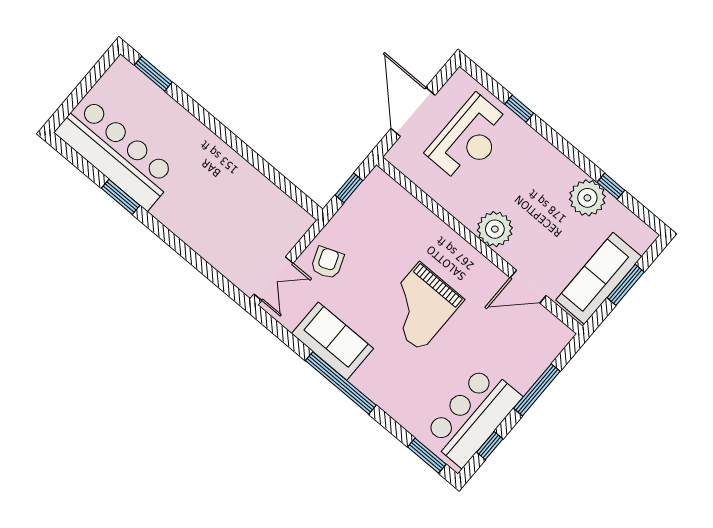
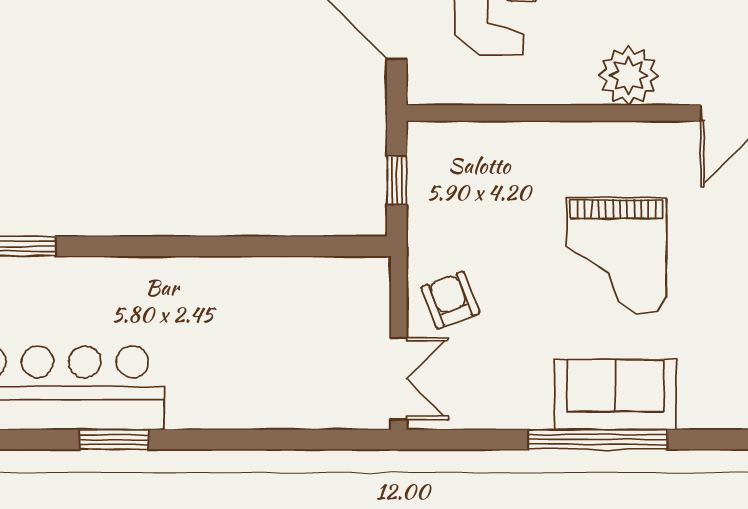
sofa: (333, 341) -> (615, 395), moved

